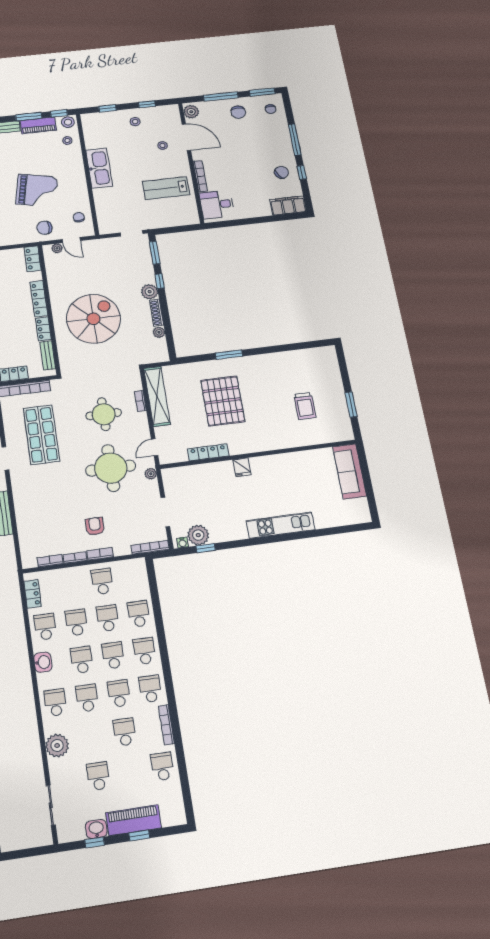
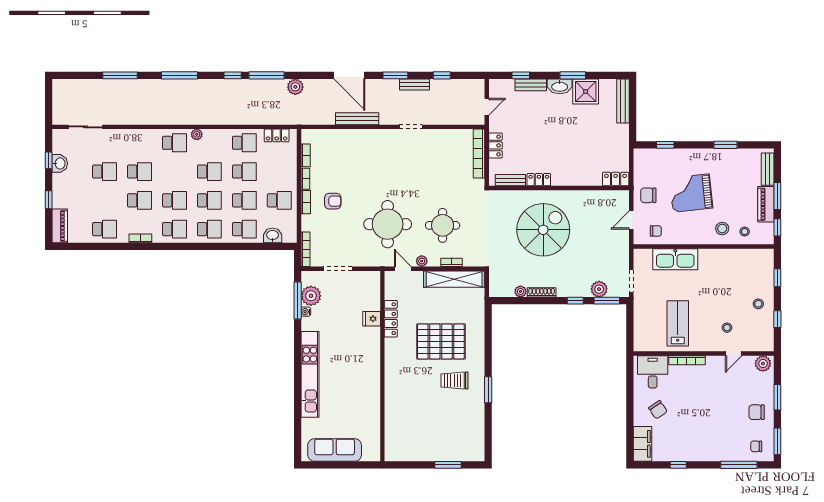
window: (221, 96) -> (777, 397), width x0.69
stool: (68, 122) -> (722, 229), moved
door: (186, 137) -> (734, 354), width x0.53
window: (295, 140) -> (739, 465), moved
kitchen sink: (99, 168) -> (675, 259), moved
chair: (282, 172) -> (658, 410), moved
grand piano: (37, 190) -> (691, 193), turned 72
chair: (44, 228) -> (648, 195), turned -90
plant: (57, 248) -> (624, 205), removed
plant: (150, 292) -> (599, 289), moved
locker: (39, 299) -> (571, 180), removed
spiral stairs: (93, 319) -> (543, 230), turned -90
window: (229, 355) -> (488, 390), moved
window: (351, 405) -> (448, 465), moved
trolley: (305, 406) -> (454, 380), moved
shop shelf: (41, 435) -> (430, 164), removed
fridge: (242, 467) -> (372, 319), moved
sofa: (350, 471) -> (335, 450), moved
plant: (151, 474) -> (422, 261), moved
kitchen unit: (280, 525) -> (310, 374), width x1.36
water cooler: (182, 543) -> (306, 312), moved
window: (206, 548) -> (298, 301), width x2.17
washbasin: (43, 662) -> (273, 235), moved, turned 180
school desk: (87, 698) -> (139, 172), moved
bookcase: (166, 725) -> (140, 238), width x0.64
plant: (57, 745) -> (197, 134), moved, width x0.53, depth x0.53
piano: (134, 820) -> (60, 226), moved, width x0.73, depth x0.75

